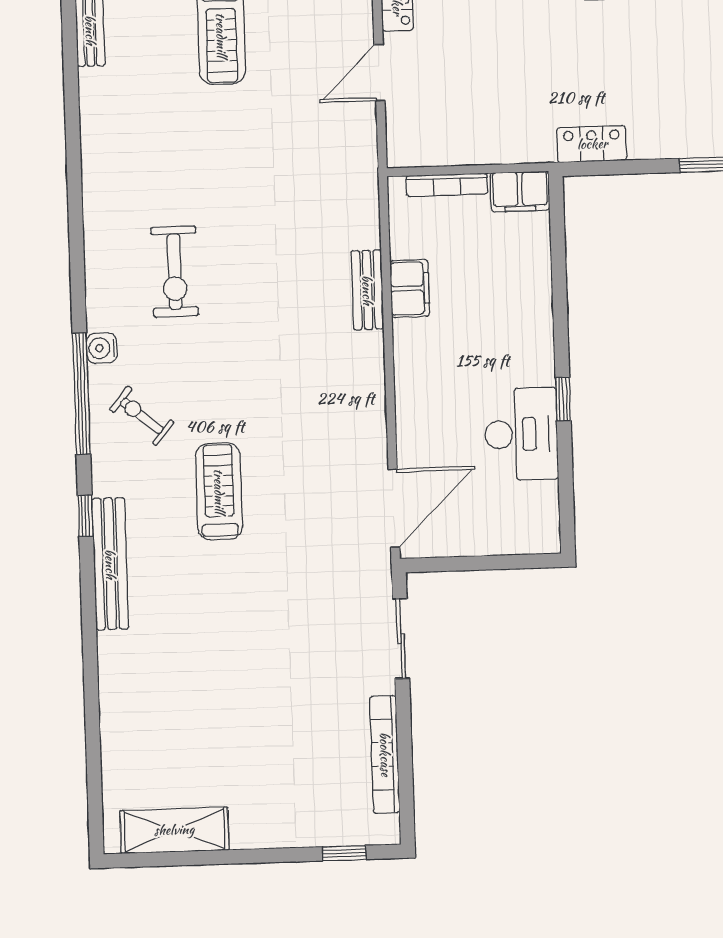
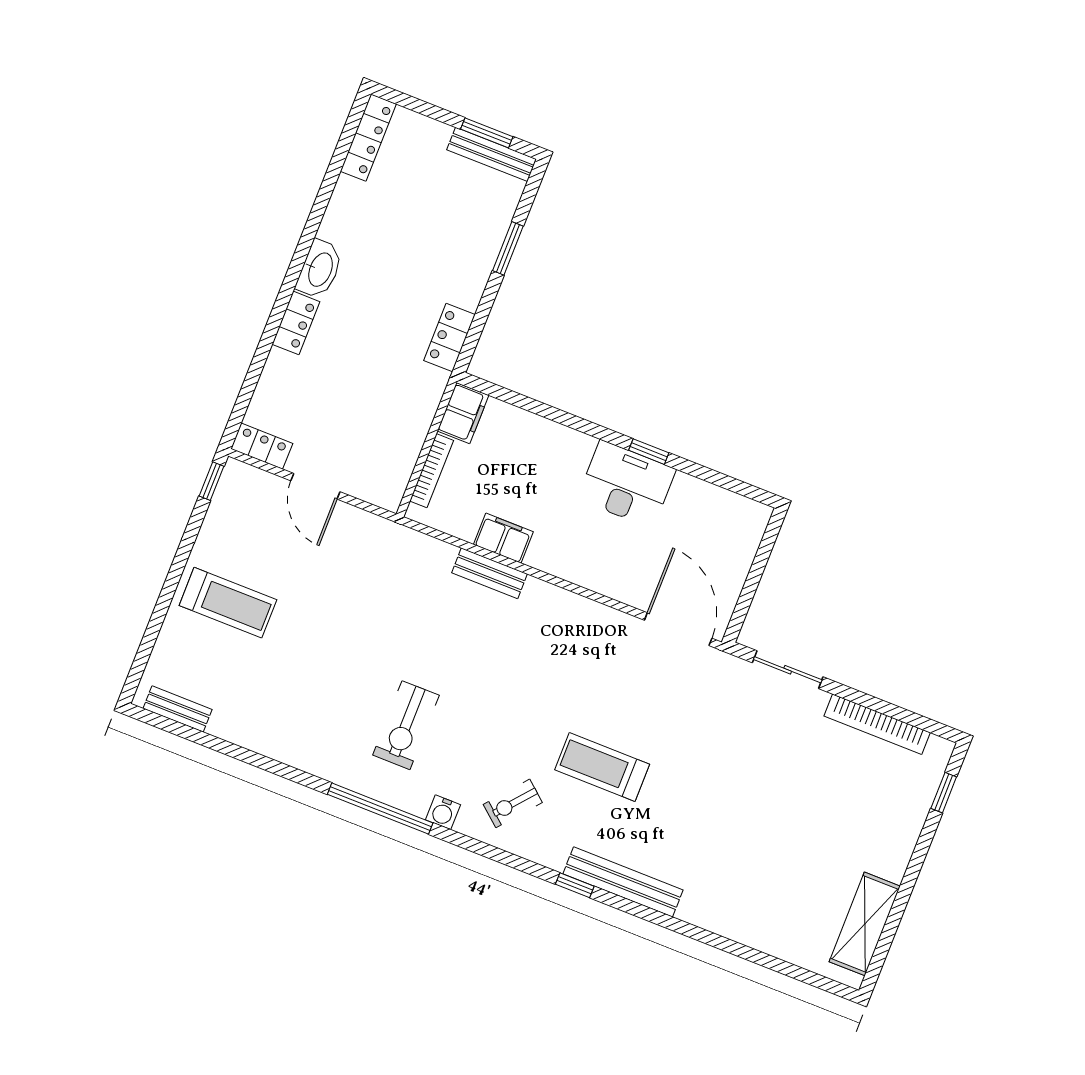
exercise bike: (175, 272) -> (406, 725), turned 90
window: (81, 394) -> (380, 809), moved
desk: (521, 434) -> (627, 484), moved

